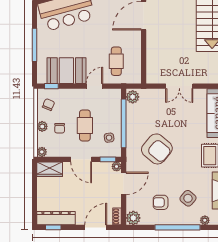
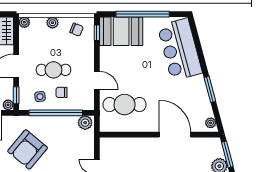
window: (34, 45) -> (143, 14), width x1.46
cafe table: (116, 61) -> (125, 105), width x1.37, depth x1.35
booth: (66, 71) -> (121, 31), moved, turned 90
chair: (60, 128) -> (62, 92), moved

